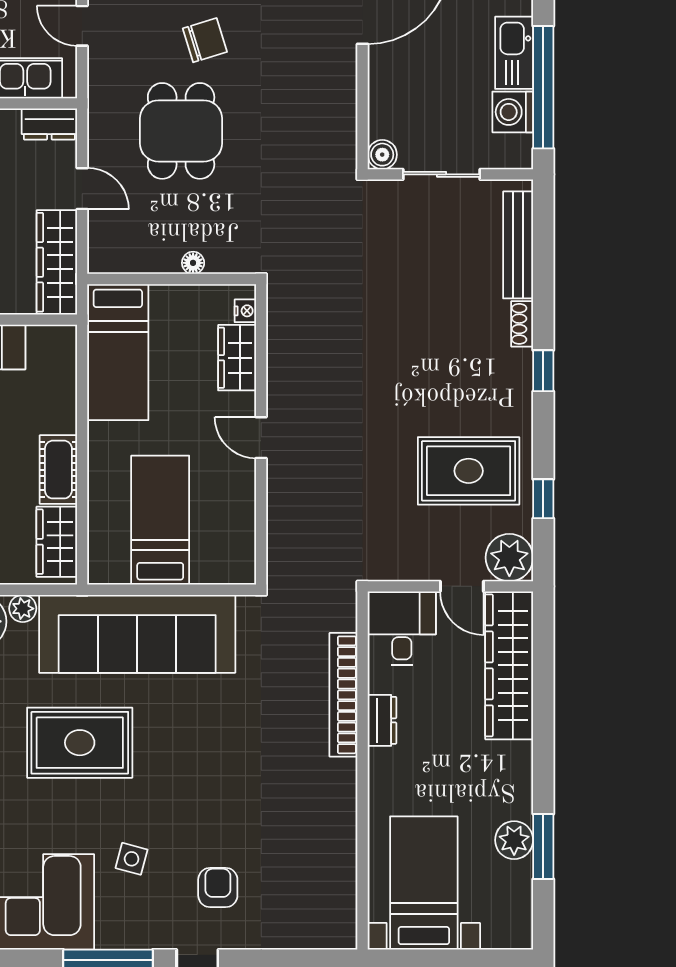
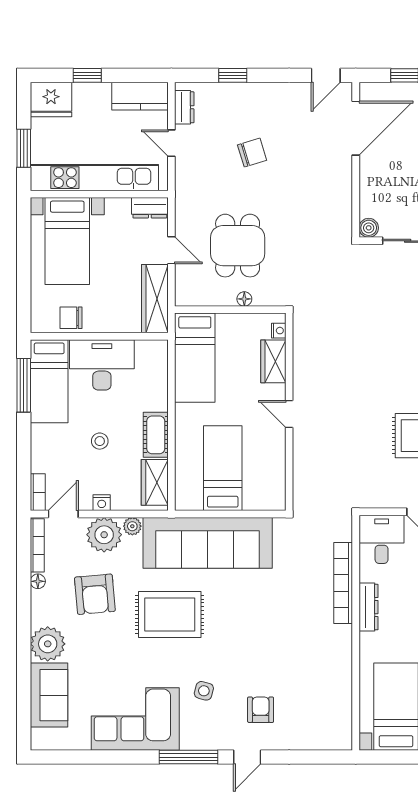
dining table: (181, 131) -> (238, 246), moved
dresser: (382, 720) -> (368, 607), width x1.44

